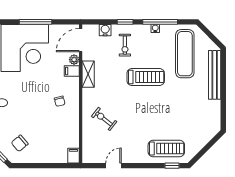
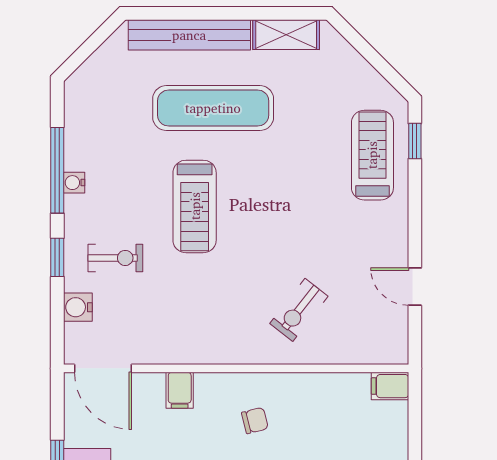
exercise mat: (185, 54) -> (213, 108), moved
plant: (74, 60) -> (151, 385), removed
shelving: (88, 74) -> (286, 35), moved
treadmill: (146, 77) -> (195, 206), turned 180

